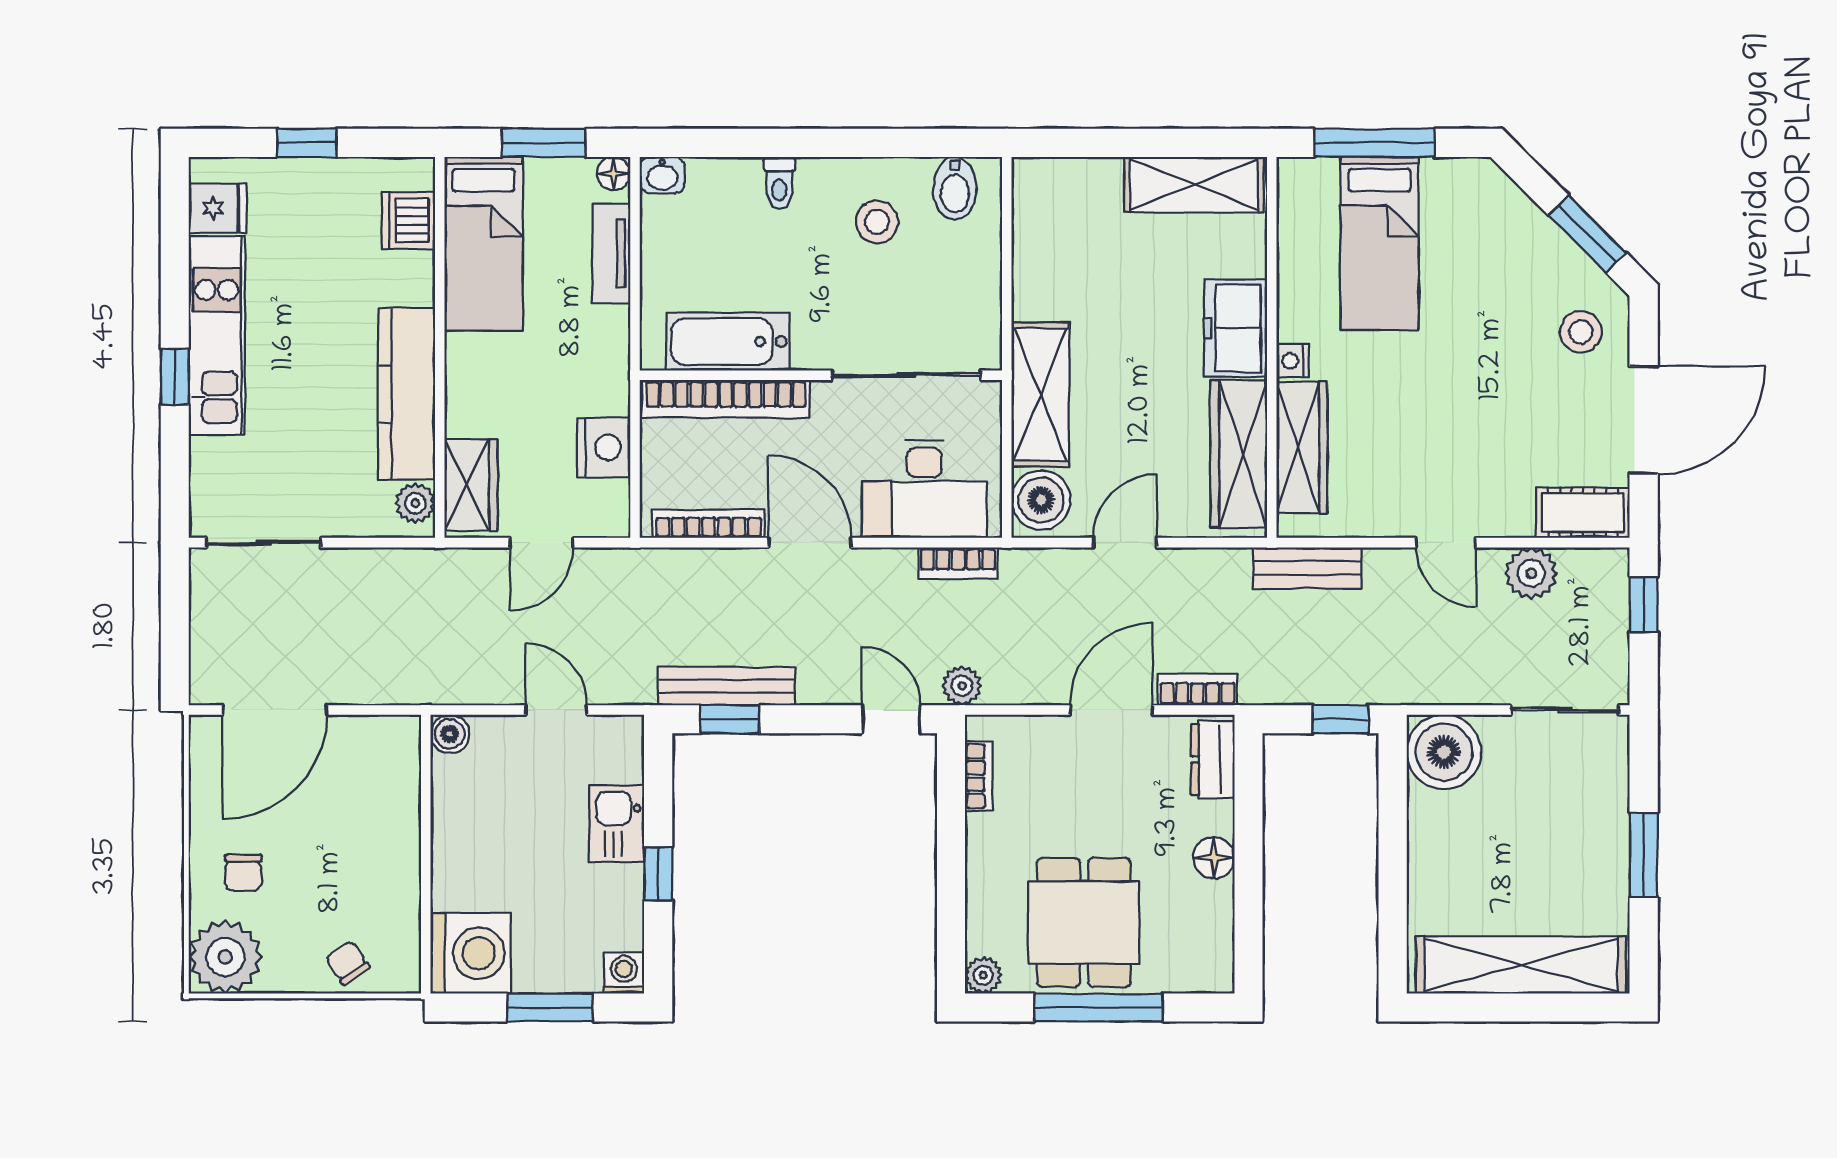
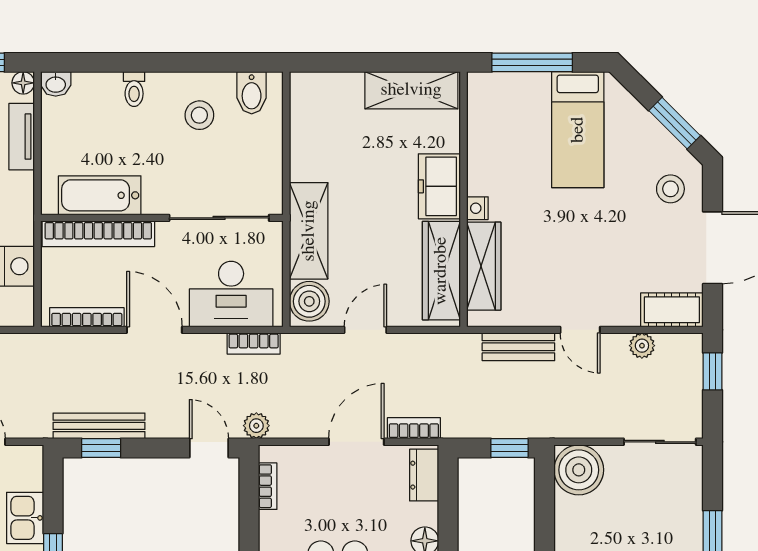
bed: (1380, 243) -> (578, 130), moved
bench: (1307, 568) -> (518, 347), moved
plant: (1531, 573) -> (642, 346), width x0.73, depth x0.73

